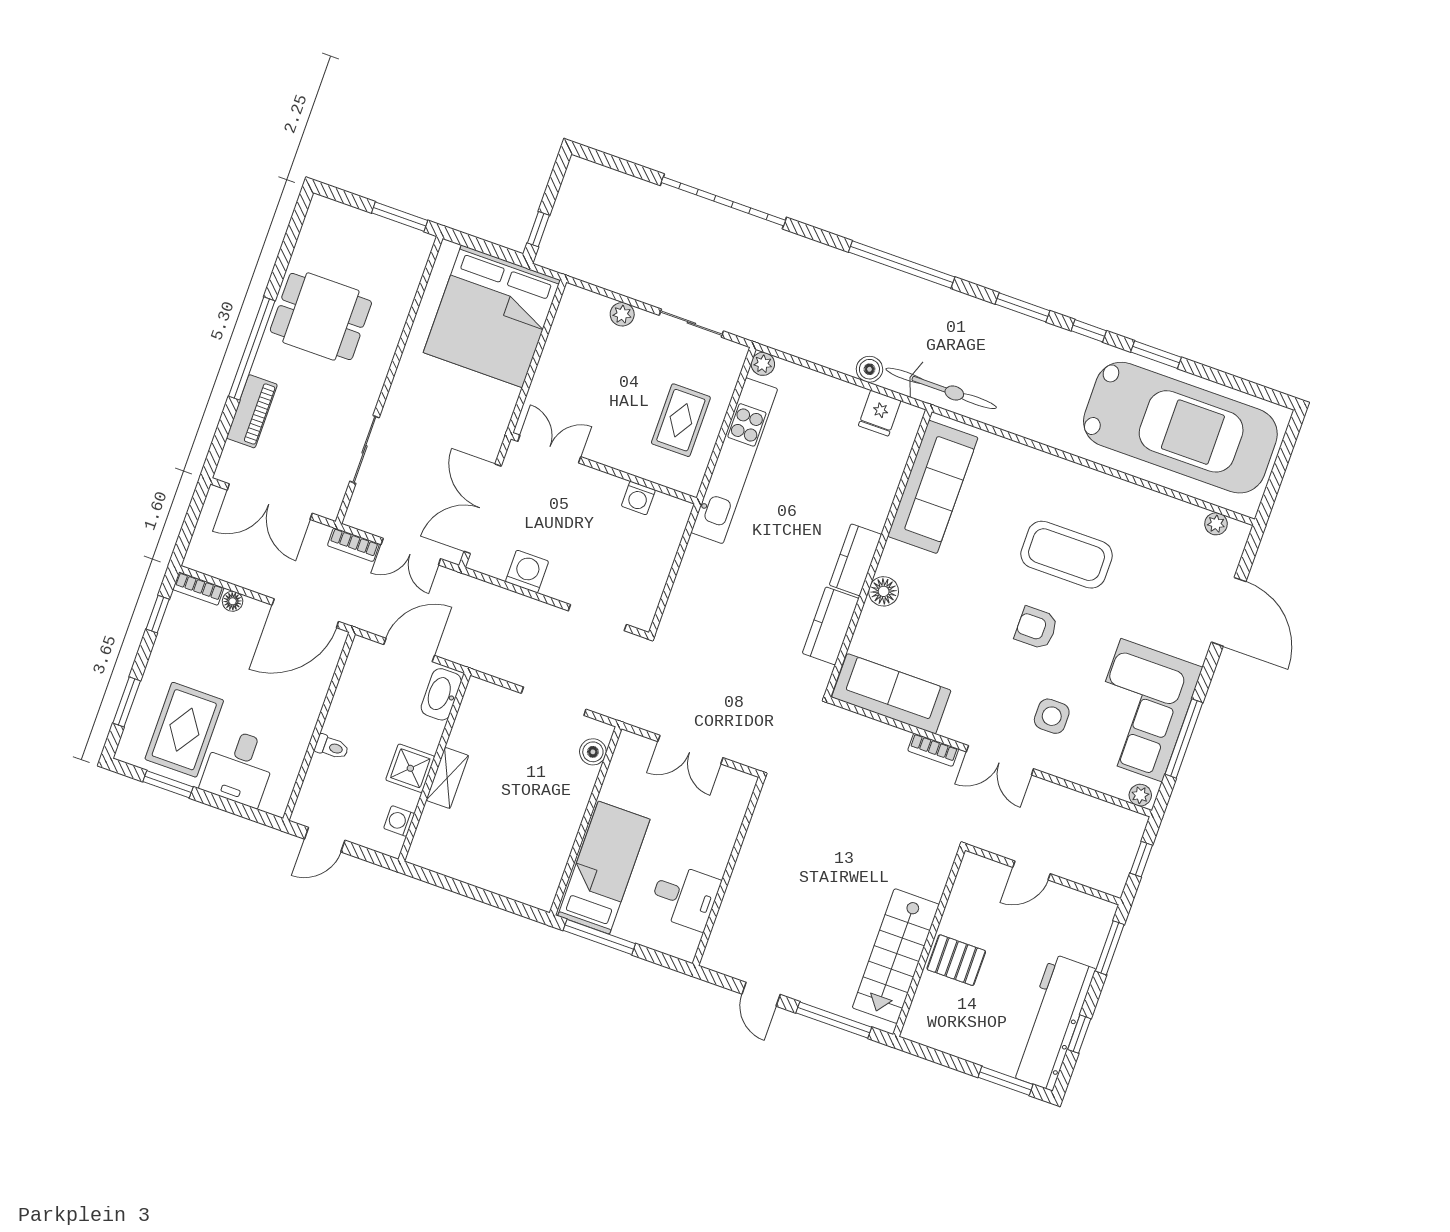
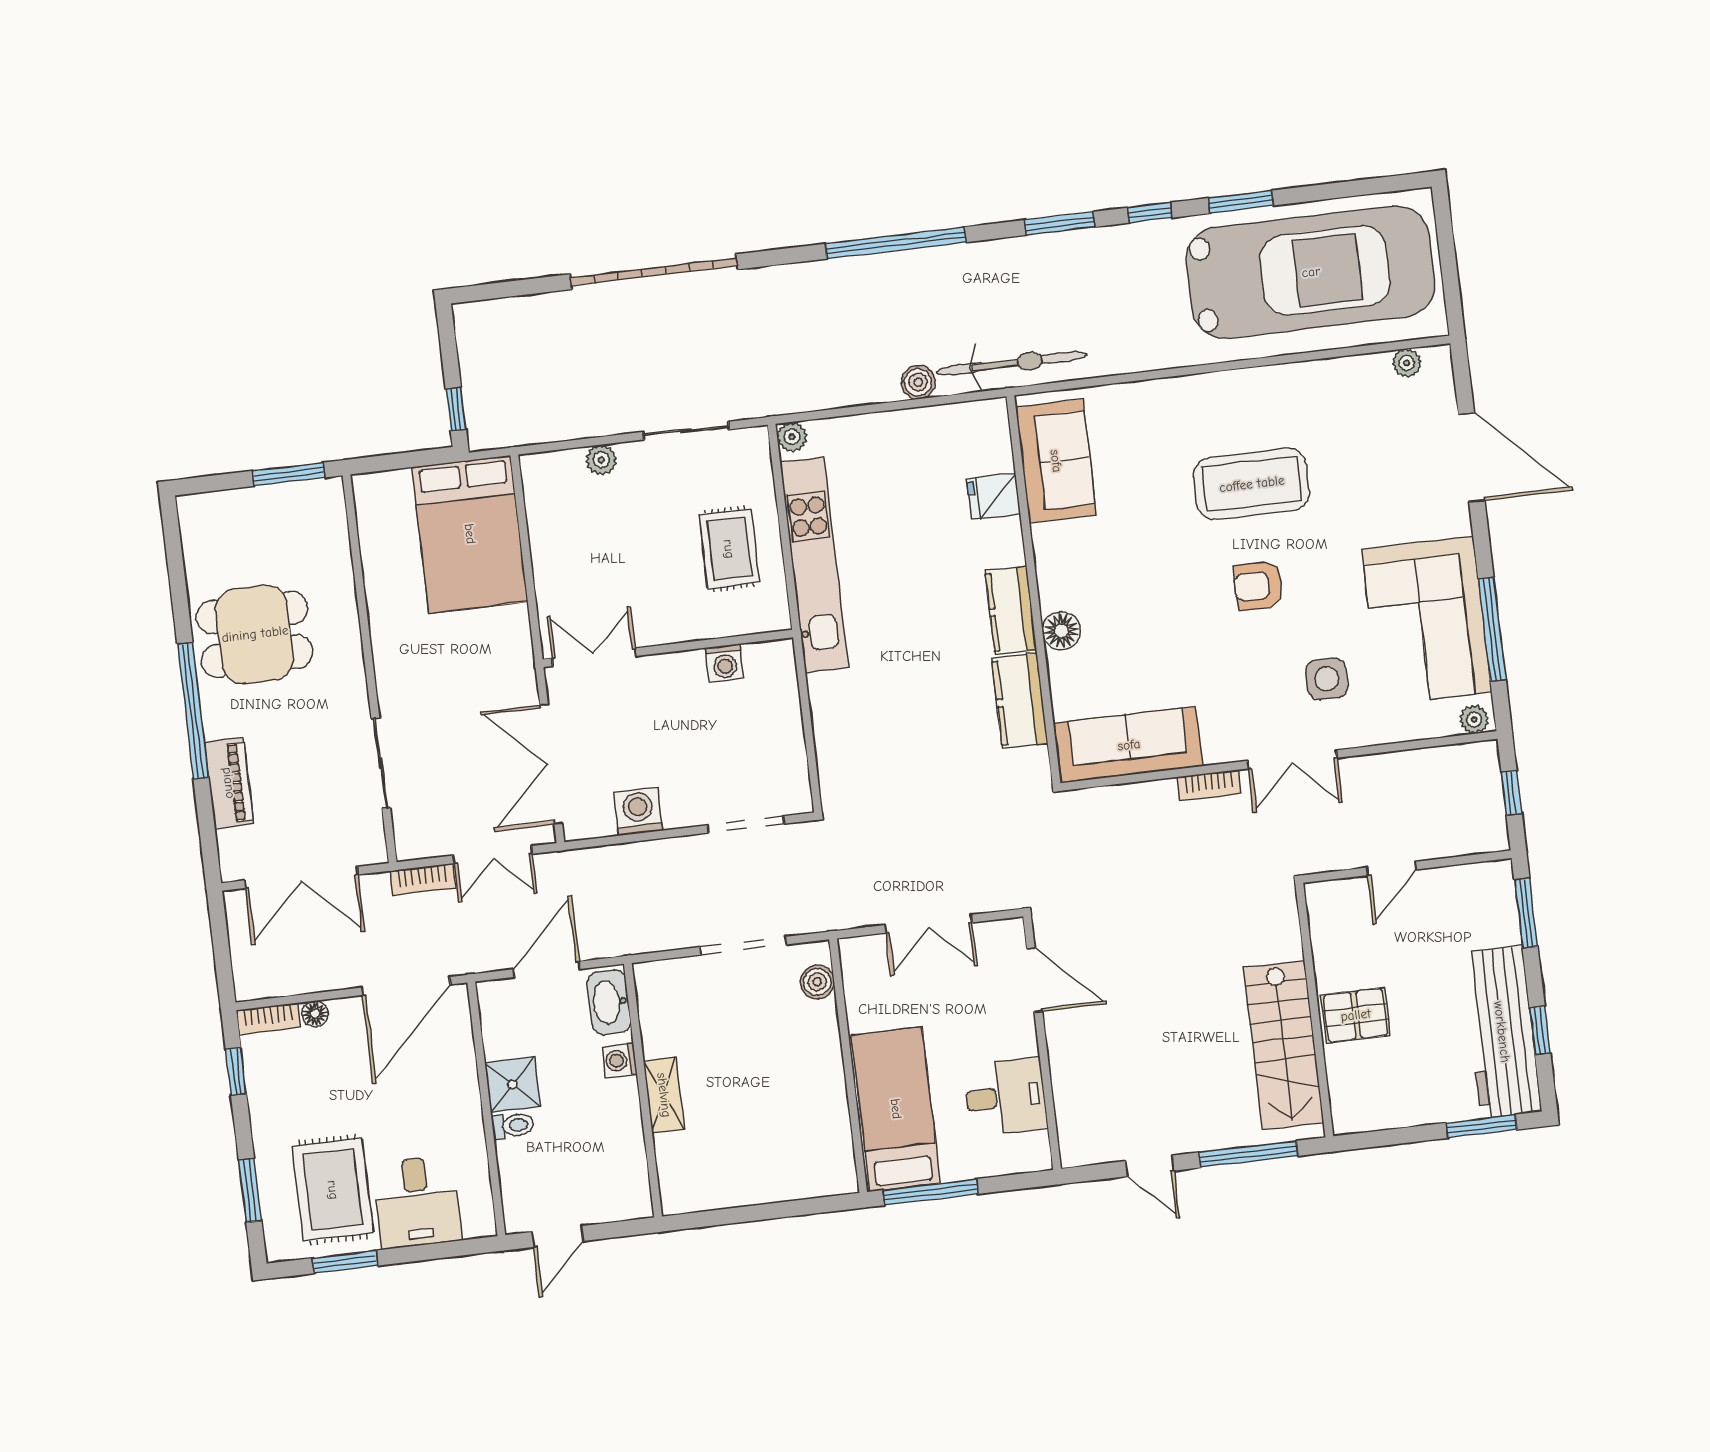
bed: (492, 316) -> (470, 534), width x0.73
fridge: (880, 413) -> (994, 497), moved, turned 90
sofa: (933, 487) -> (1056, 461), width x0.73
shower: (410, 768) -> (512, 1085), moved
washing machine: (399, 821) -> (620, 1060), moved
door: (745, 825) -> (1035, 980), added

